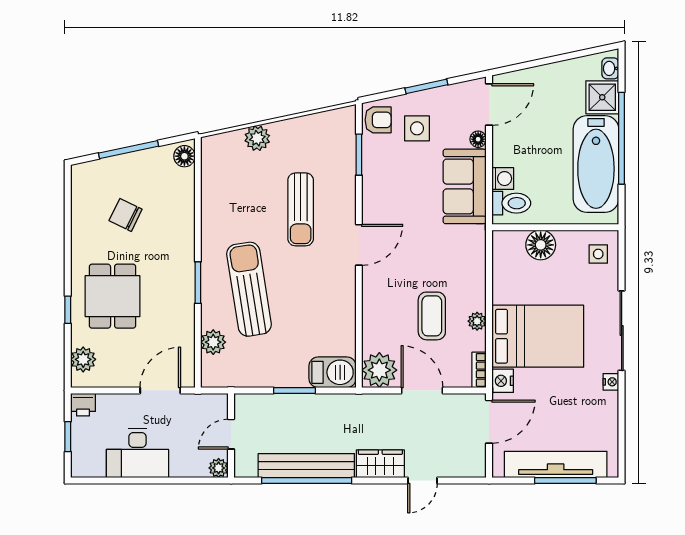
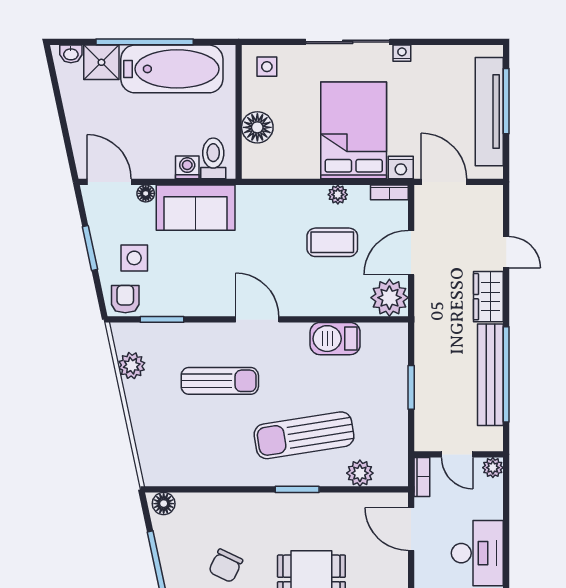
plant: (257, 138) -> (132, 366), moved
barbecue: (333, 372) -> (335, 339), moved, turned -90
bookcase: (210, 401) -> (422, 477), added

